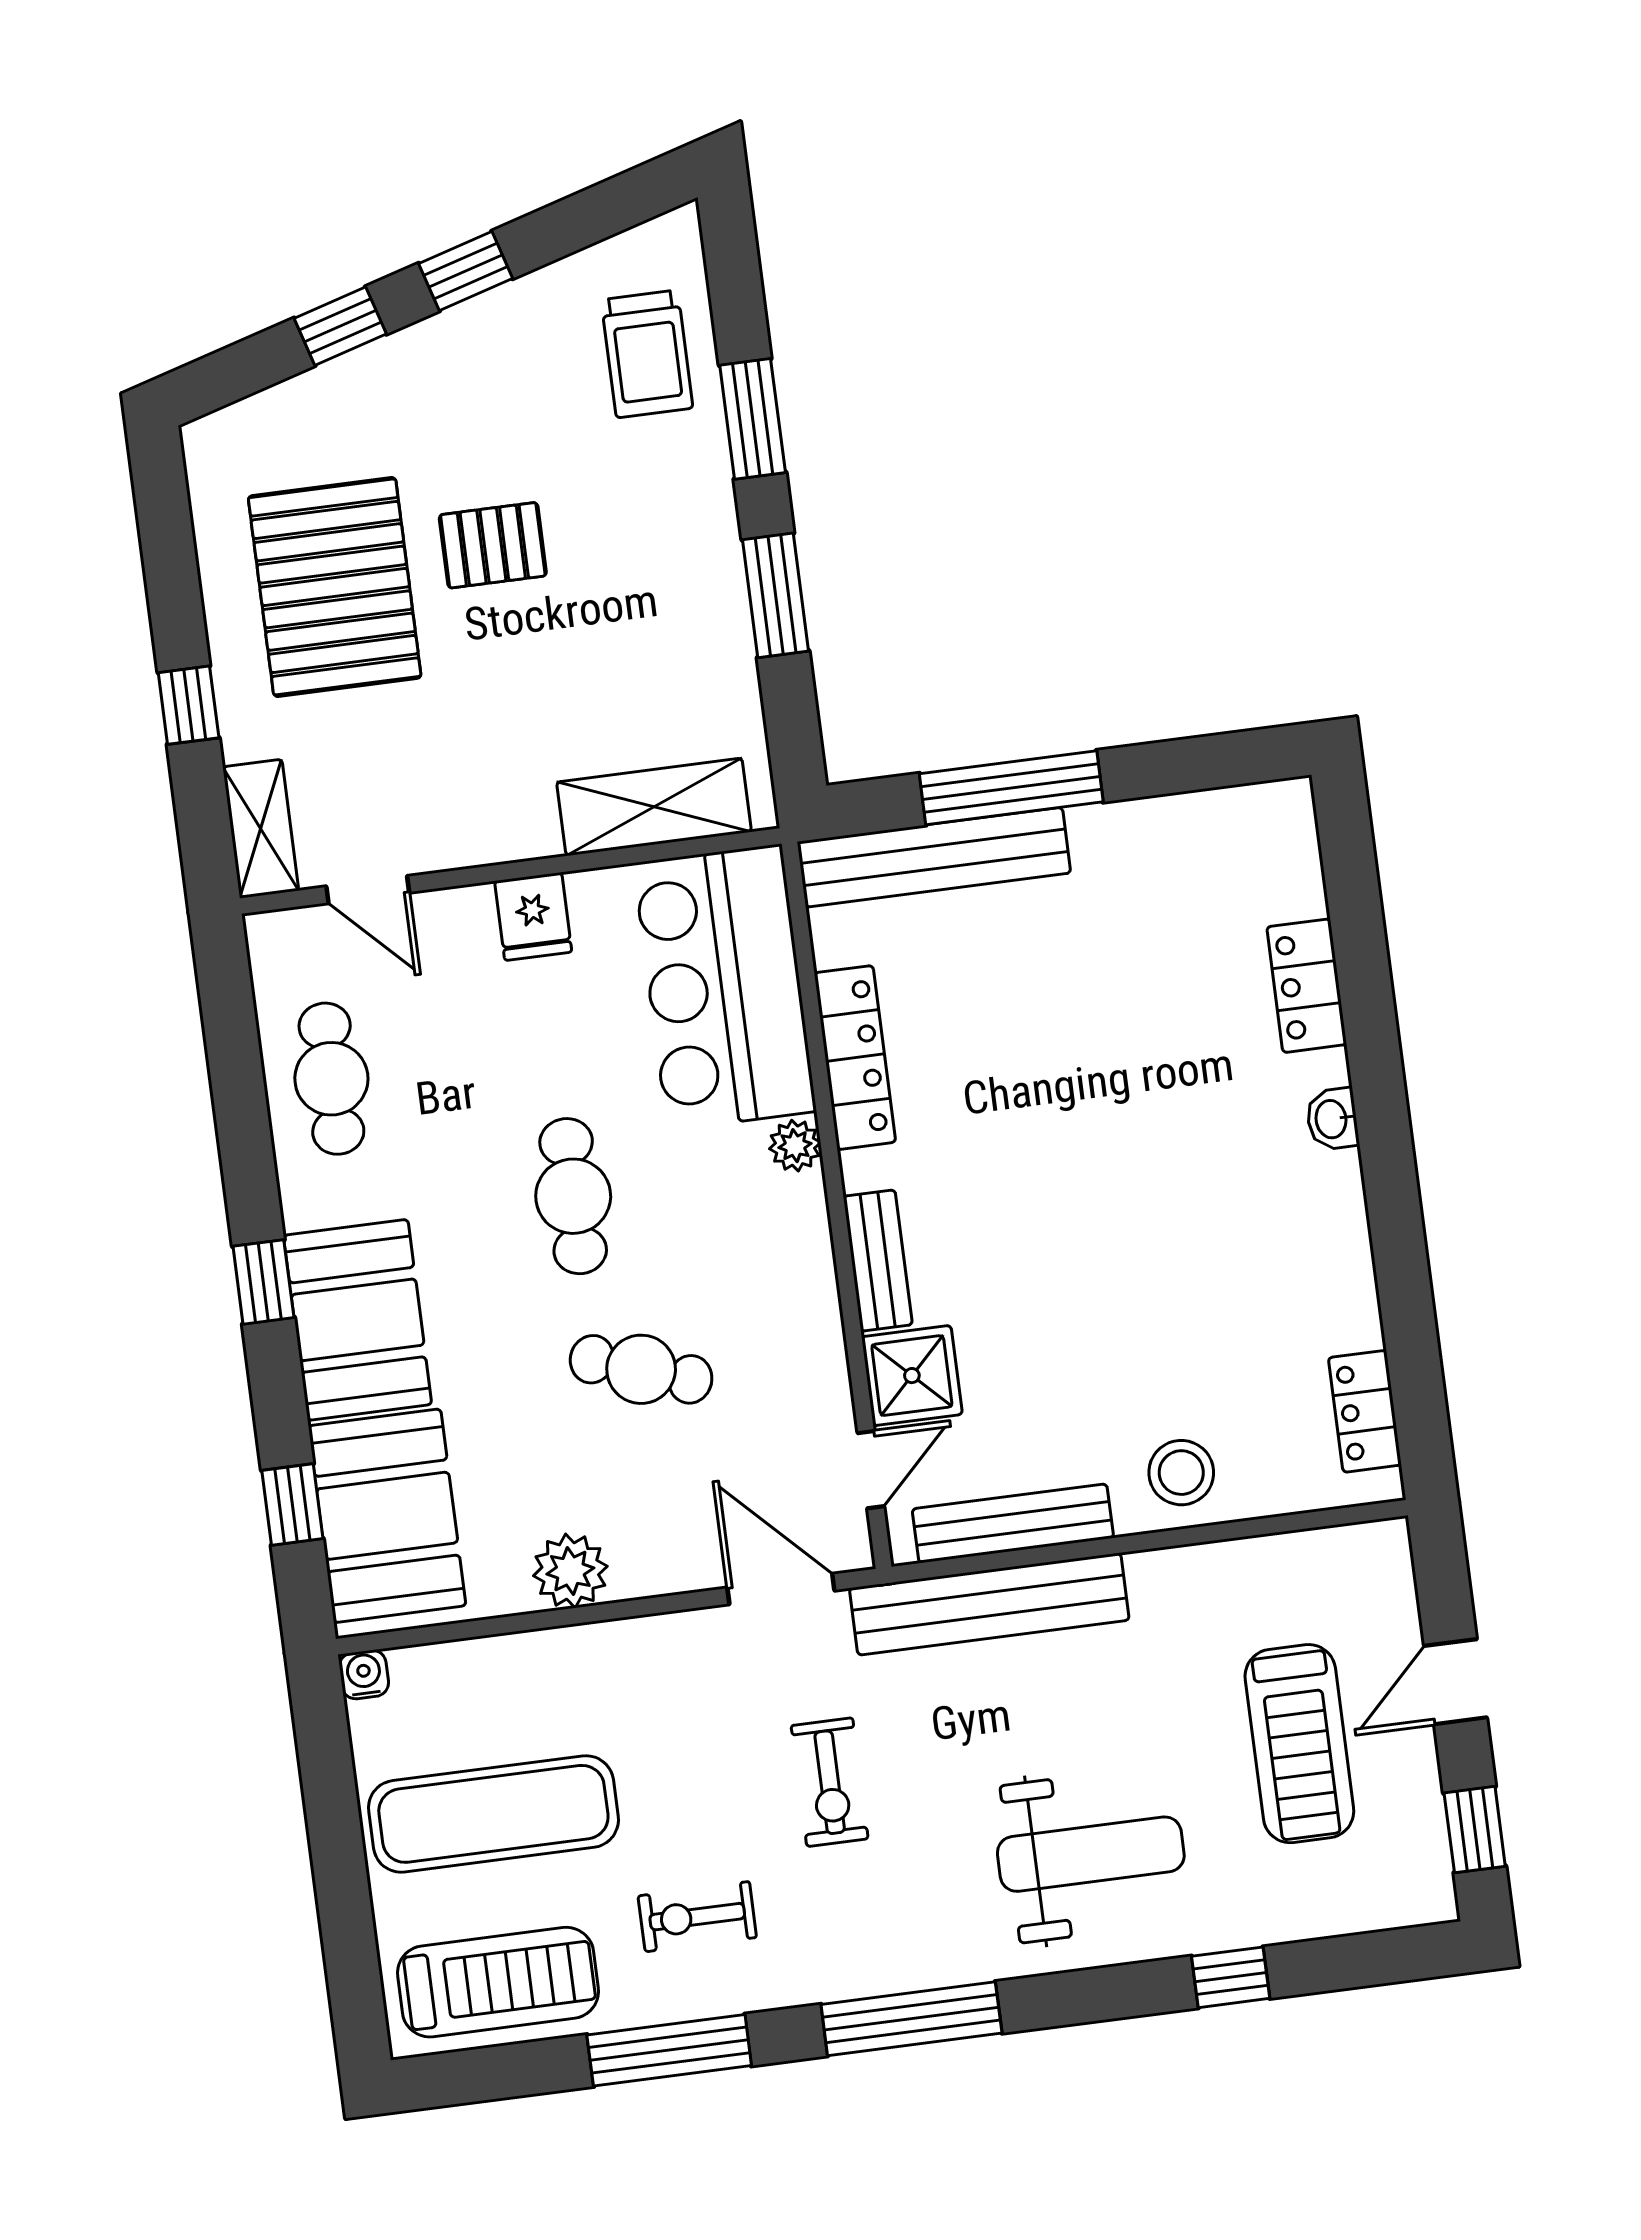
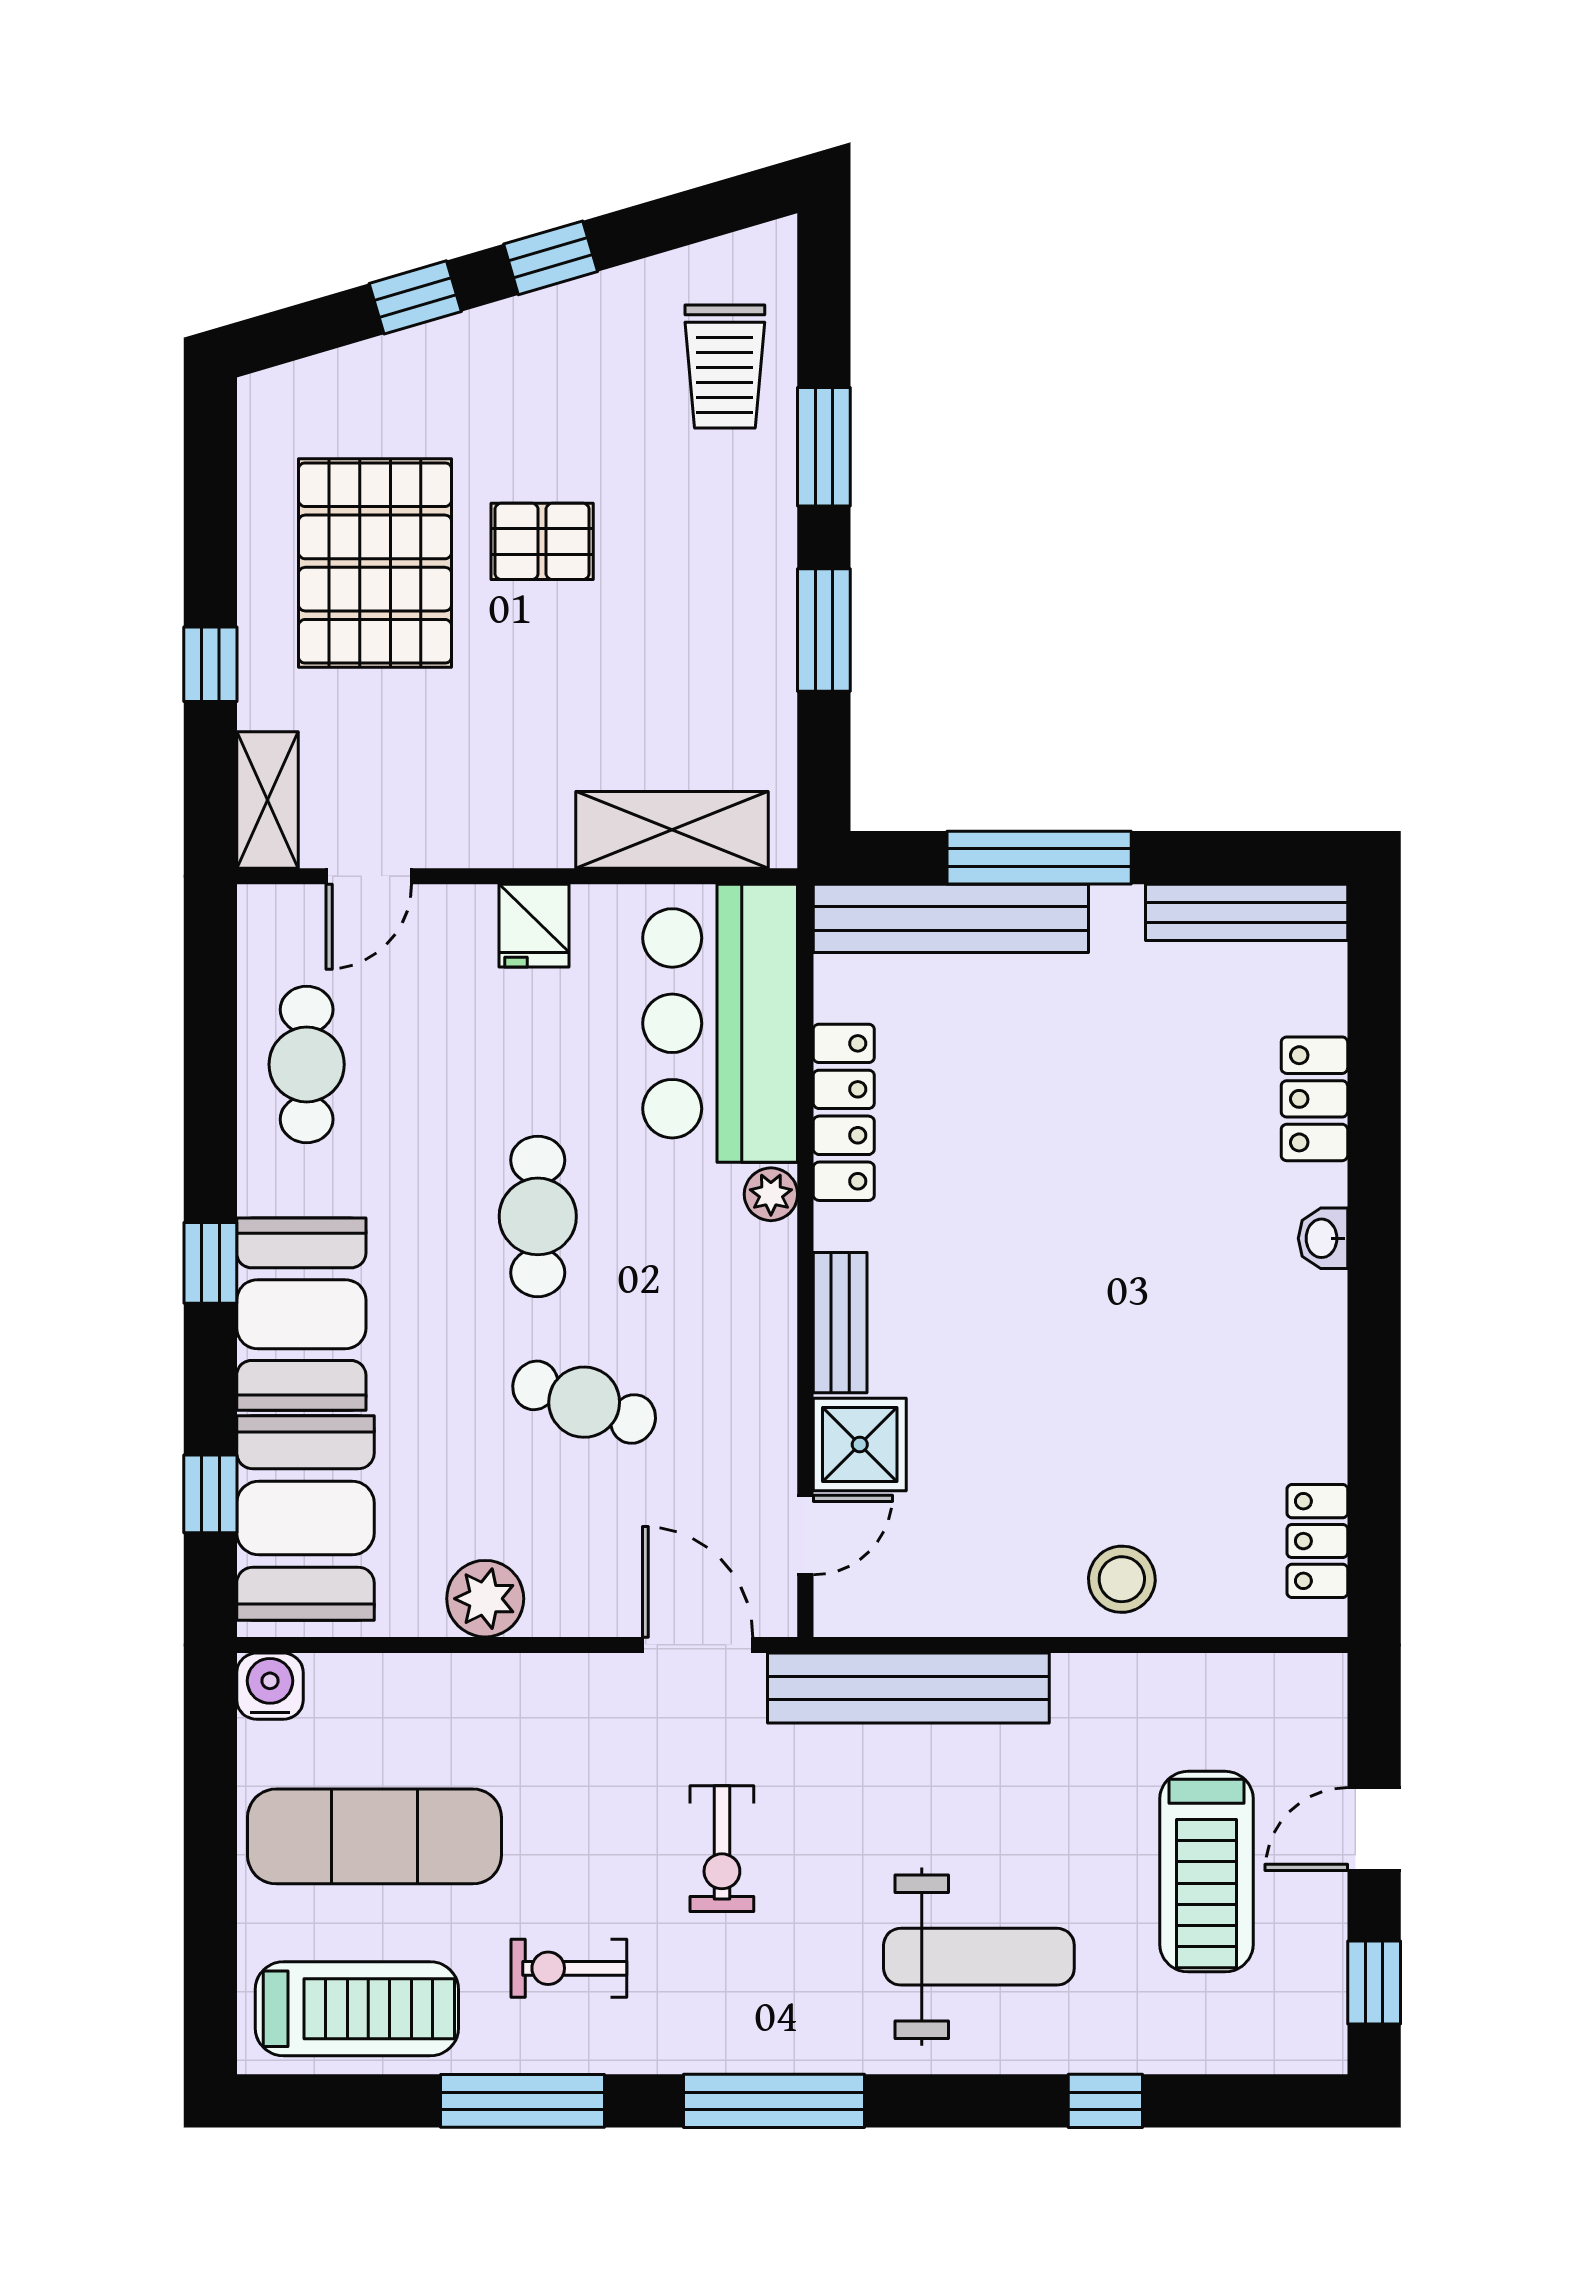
door: (368, 890) -> (369, 876), hinge flipped
bench: (1013, 1523) -> (1247, 912), moved
water cooler: (364, 1675) -> (270, 1686), width x1.38, depth x1.38

